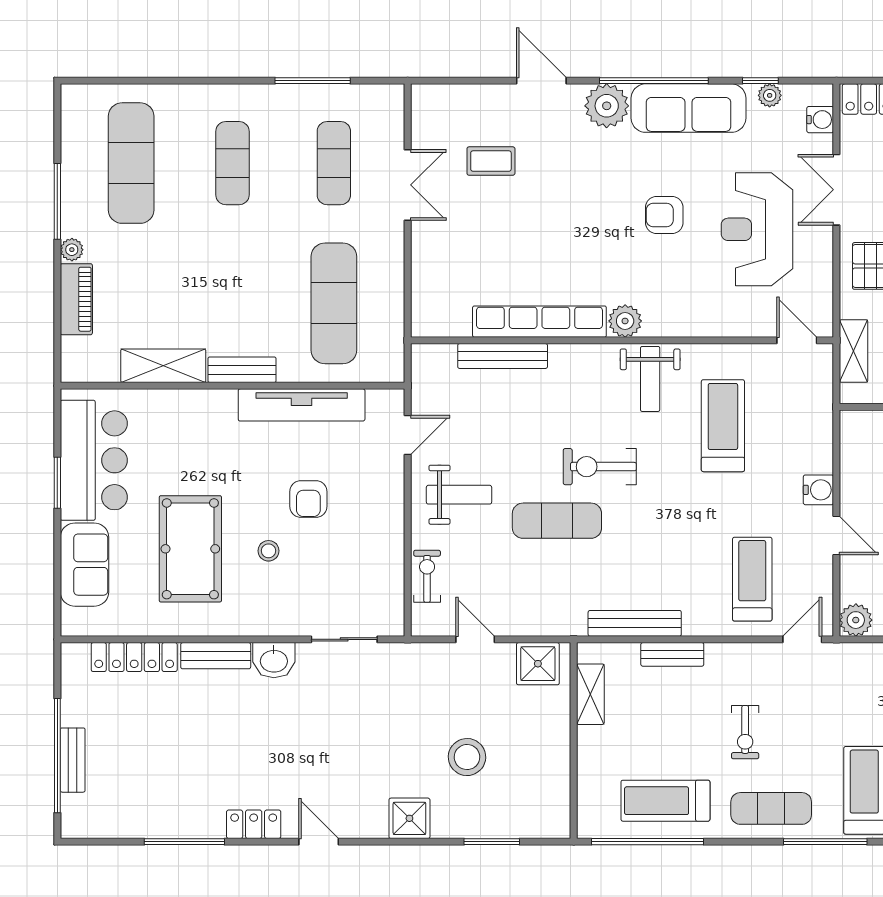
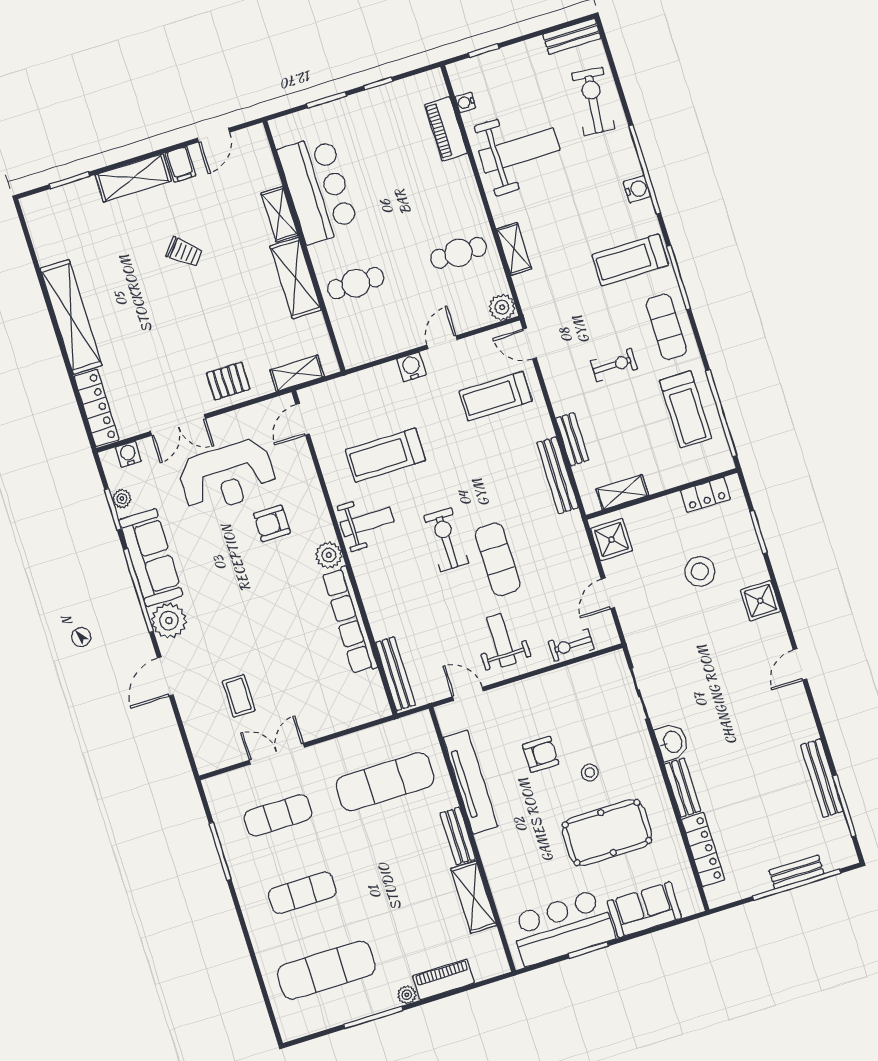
window: (760, 81) -> (113, 509), width x1.50
armchair: (664, 215) -> (272, 523), moved, turned 90
bench: (503, 356) -> (395, 674), moved
exercise bike: (600, 467) -> (446, 540), turned 180
locker: (254, 824) -> (705, 495), moved, turned -90
bench: (175, 825) -> (822, 778), added
window: (184, 842) -> (844, 806), moved

